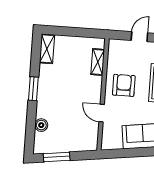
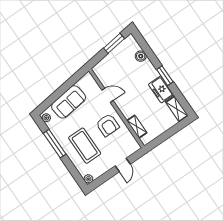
freezer: (47, 79) -> (161, 90), added

